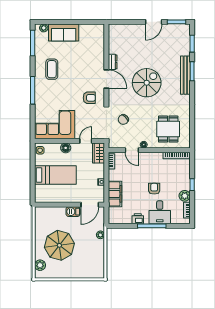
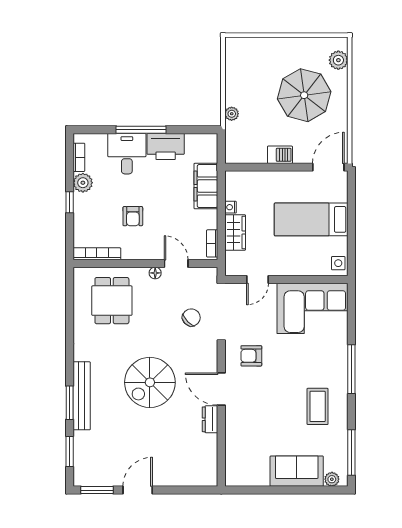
floor lamp: (66, 148) -> (293, 267), removed
wardrobe: (98, 153) -> (235, 232), moved
armchair: (154, 189) -> (133, 216), moved
door: (90, 205) -> (328, 167), moved
printer: (138, 219) -> (166, 147), width x1.87, depth x1.48

